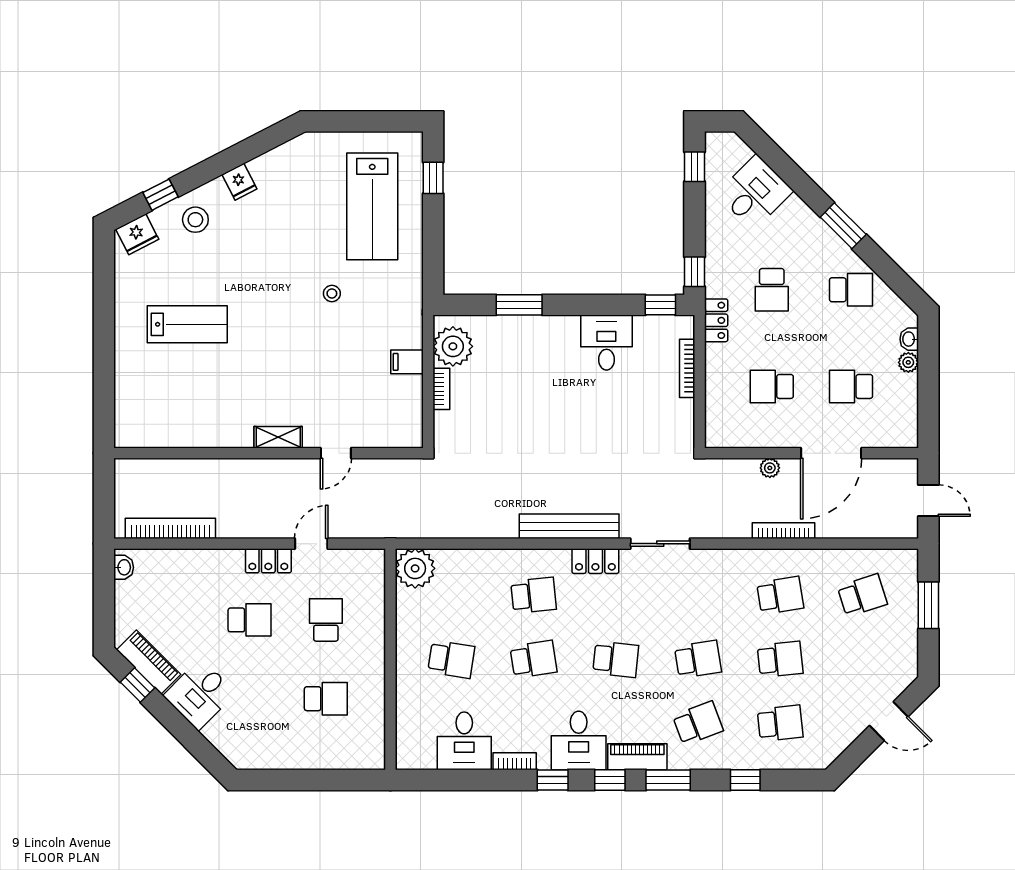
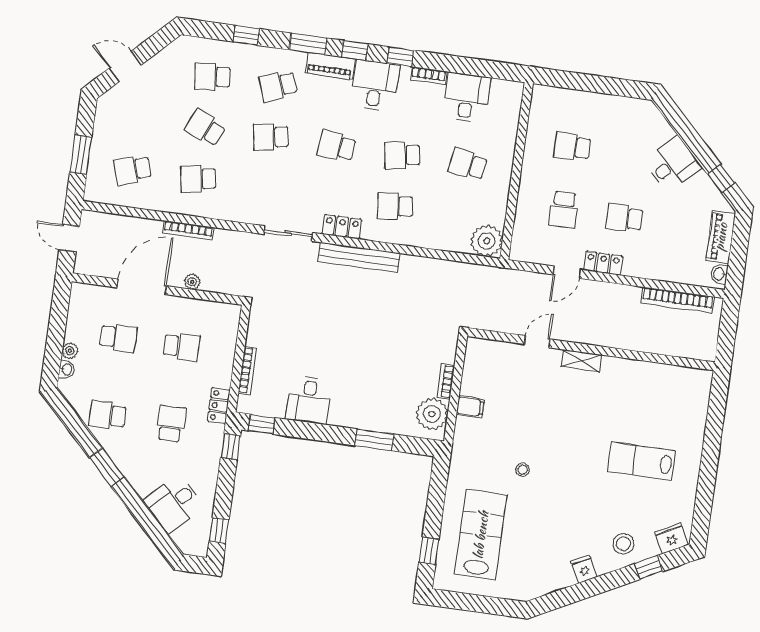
school desk: (780, 659) -> (205, 128), turned 30
piano: (149, 662) -> (721, 237), moved, turned 45

